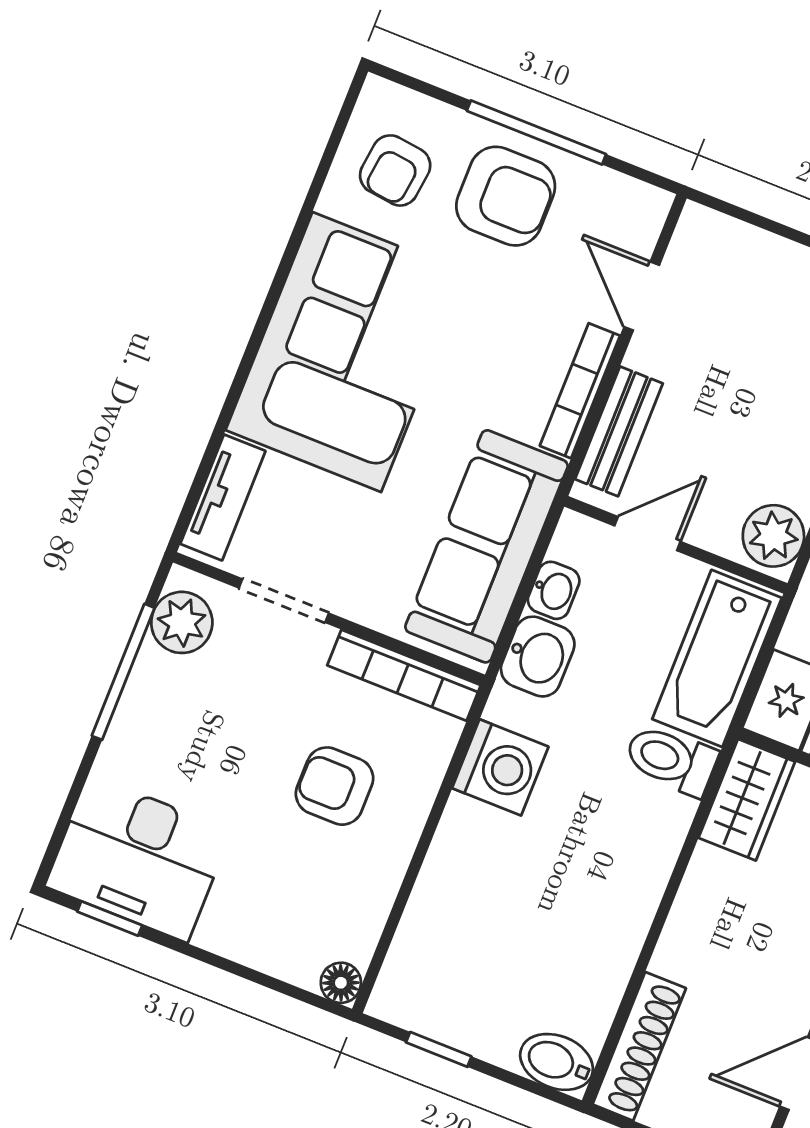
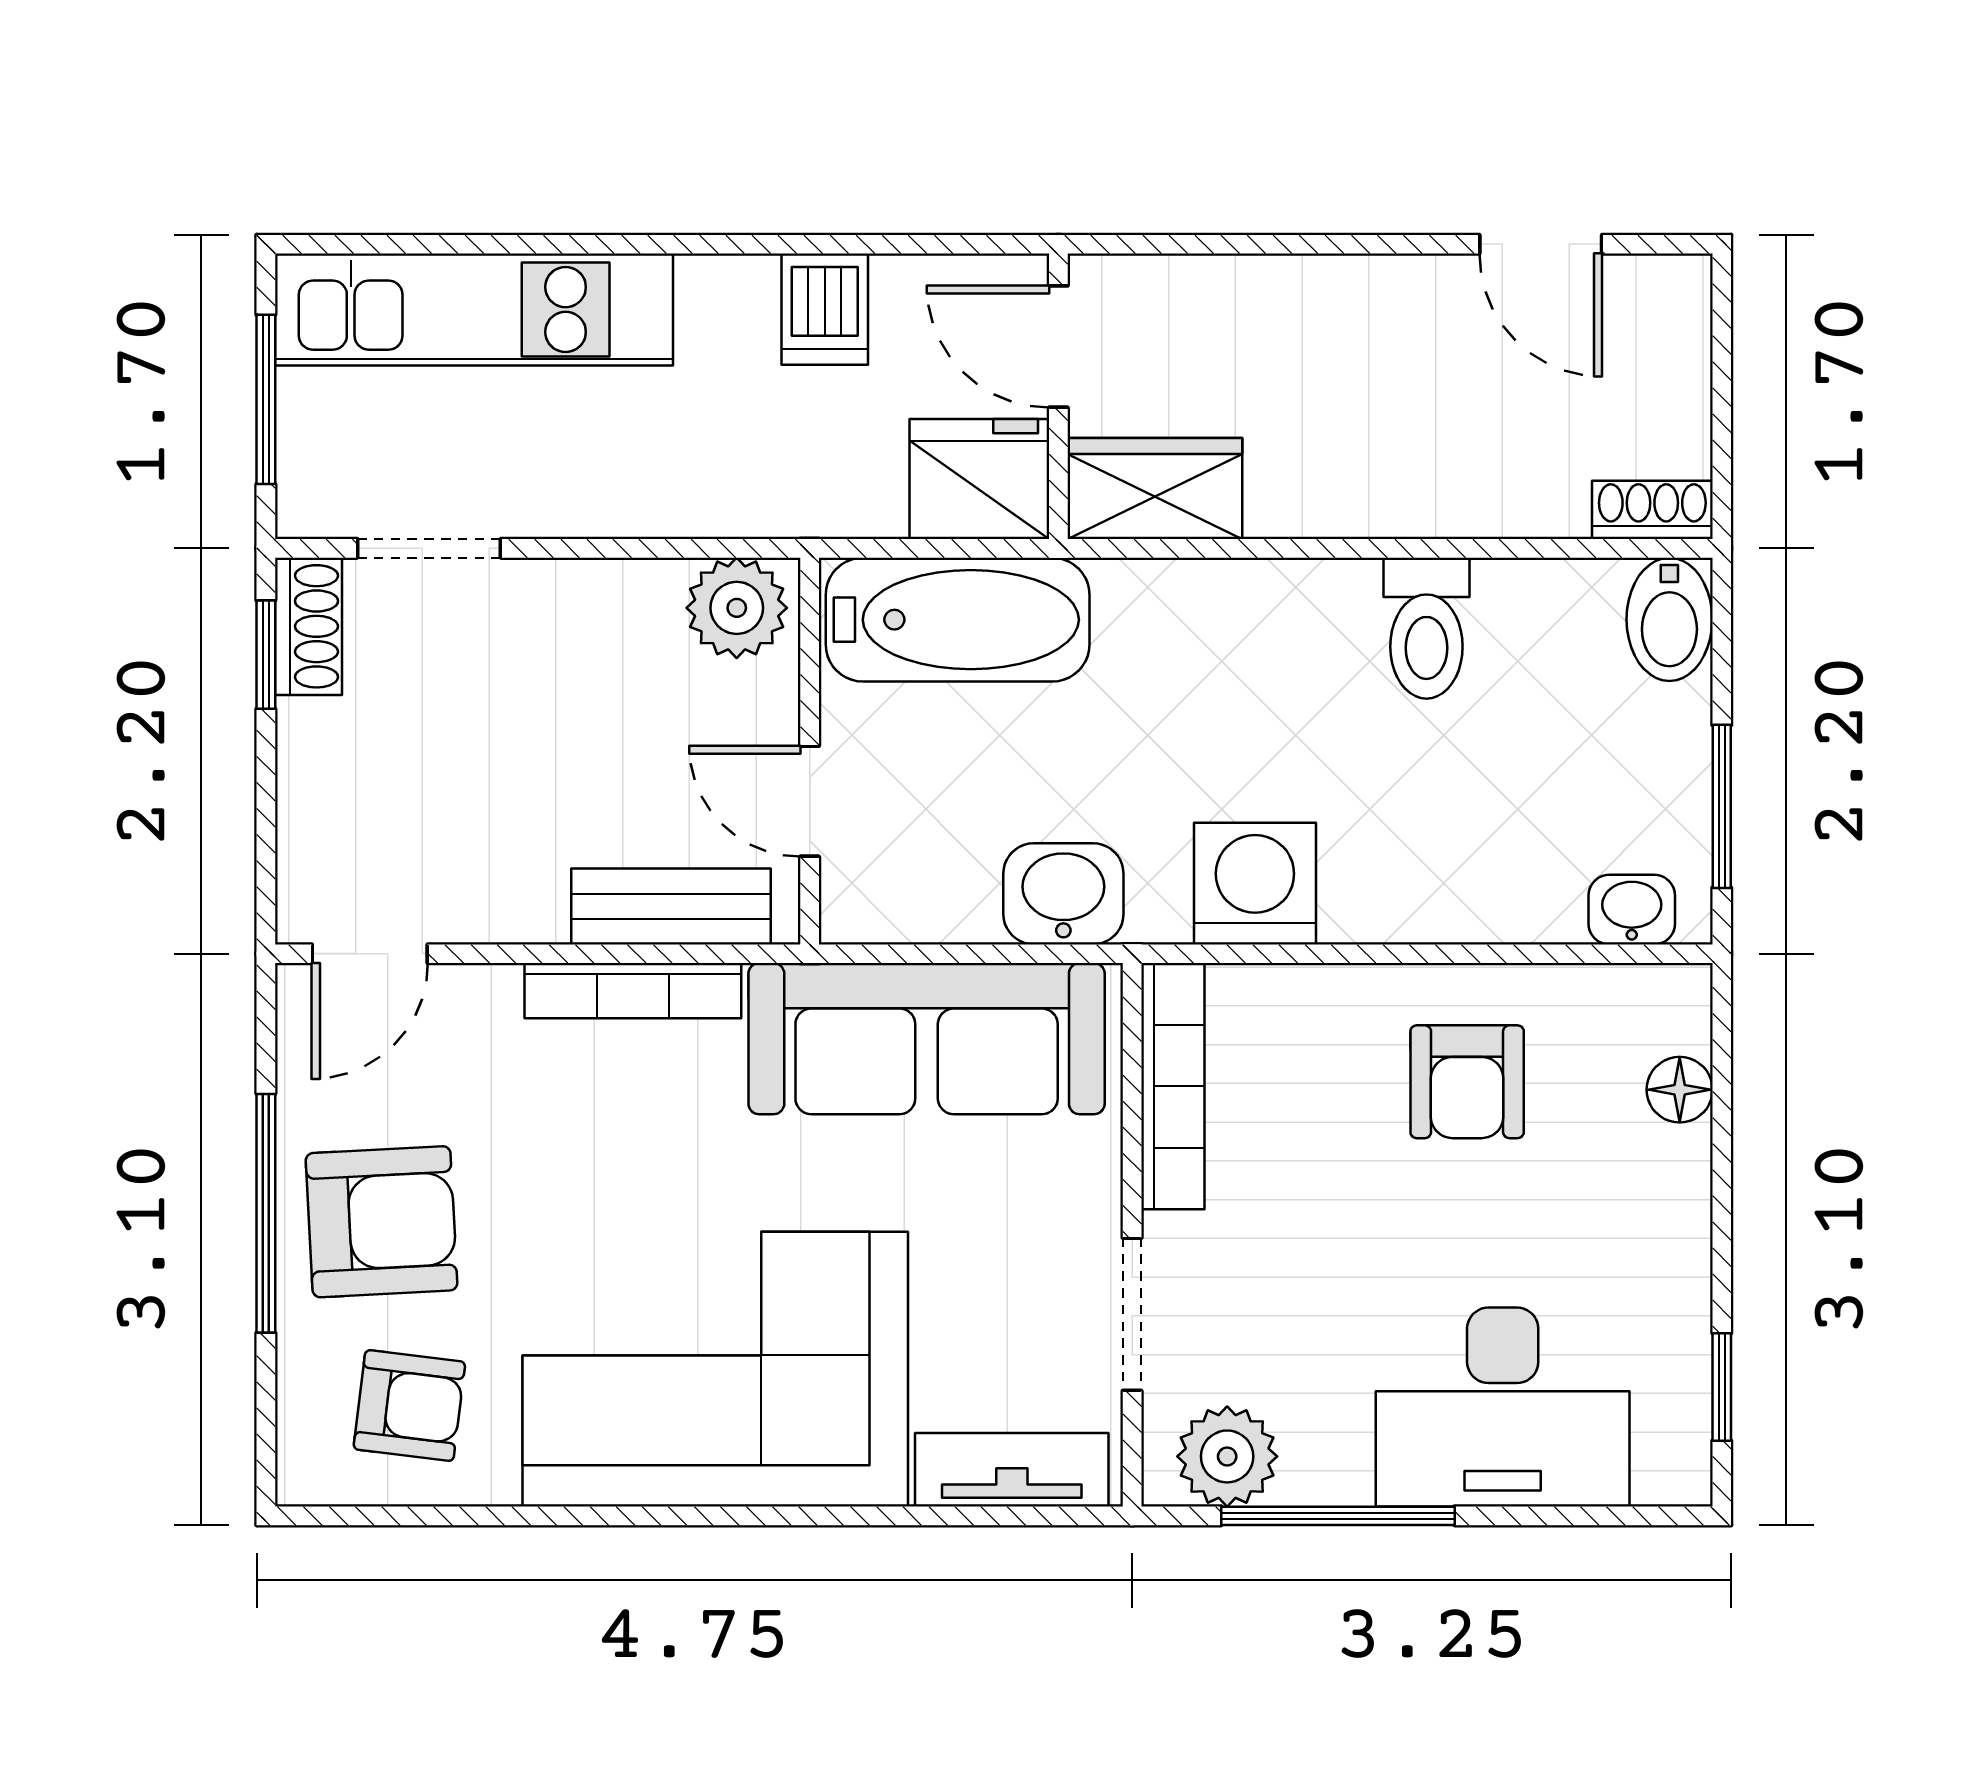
armchair: (506, 196) -> (382, 1222), turned 87
door: (642, 296) -> (370, 954), moved
washbasin: (554, 590) -> (1632, 910), moved
toilet: (671, 760) -> (1426, 628), moved
armchair: (335, 786) -> (1467, 1082), moved
desk: (138, 858) -> (1503, 1407), moved, turned 90
floor lamp: (341, 983) -> (1680, 1090), moved
shoe rack: (639, 1046) -> (1652, 510), width x0.51, depth x0.81
window: (439, 1049) -> (1722, 806), width x1.50

